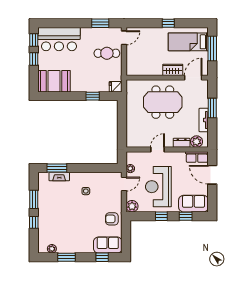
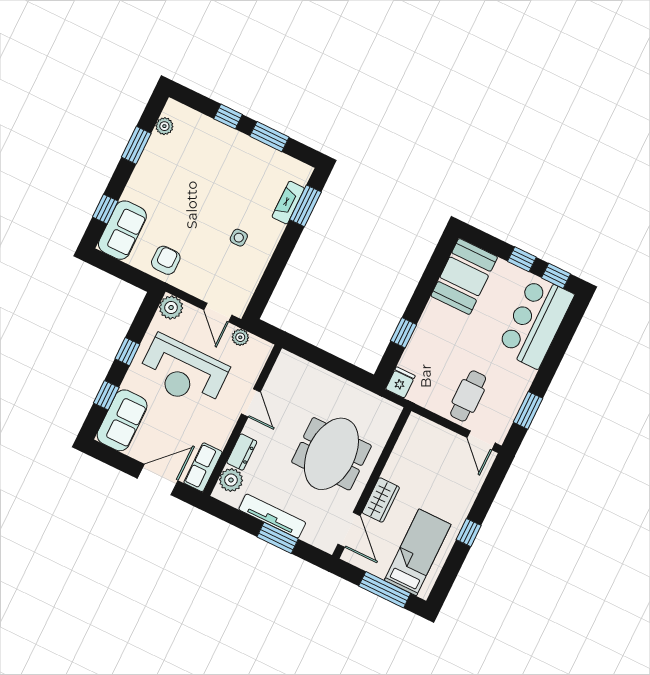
tv unit: (204, 120) -> (272, 516), width x1.41
reception desk: (158, 187) -> (183, 372), turned 180

